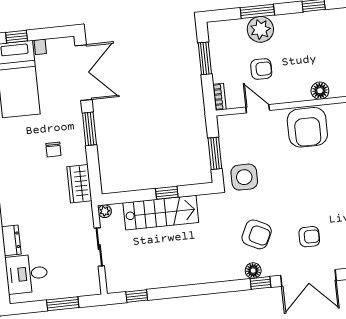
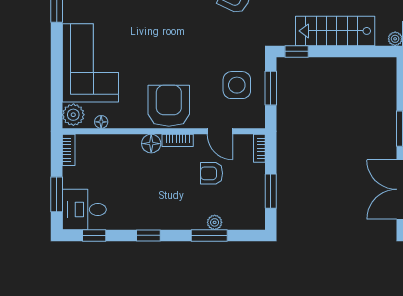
plant: (260, 29) -> (215, 222), width x0.53, depth x0.53
bookcase: (296, 96) -> (178, 140), added
side table: (244, 177) -> (237, 85), moved
window: (167, 193) -> (297, 51), moved

